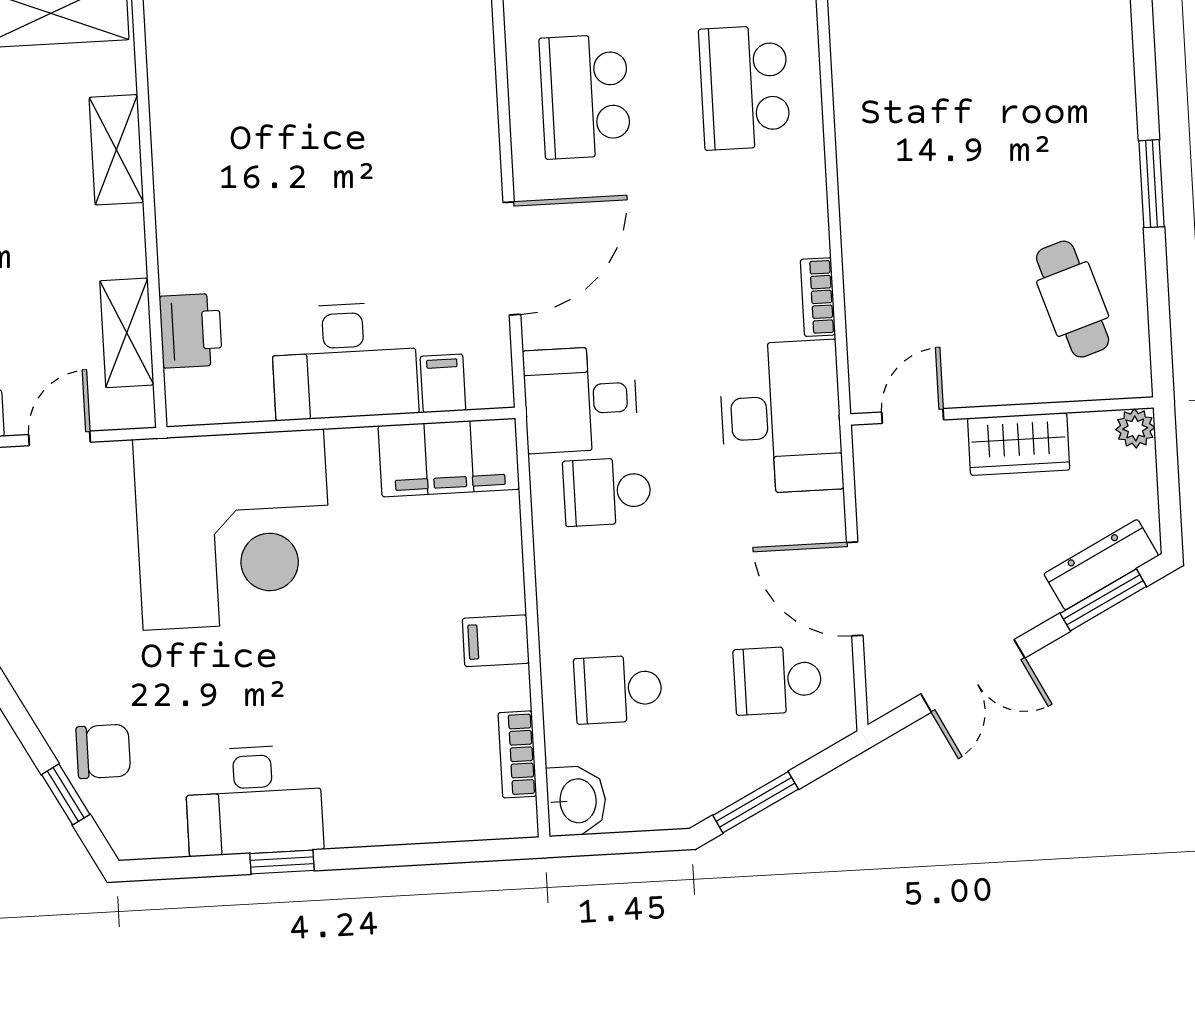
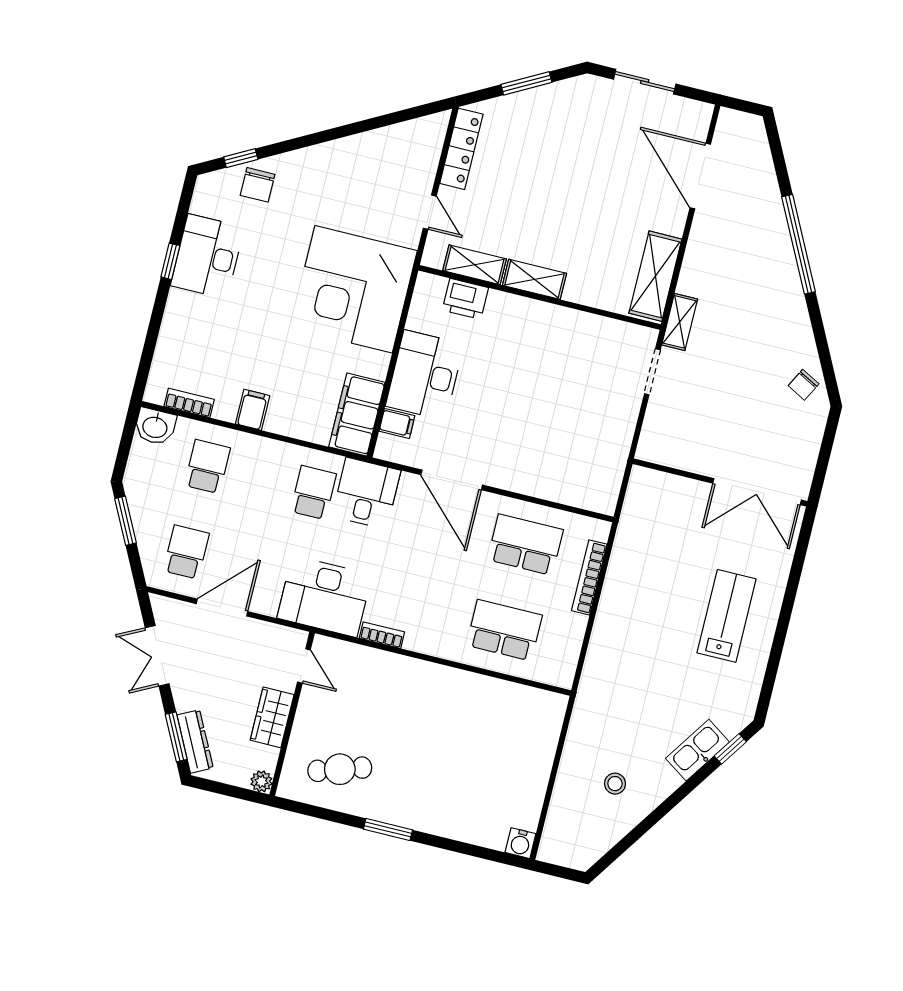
shelving: (116, 150) -> (534, 279), moved

